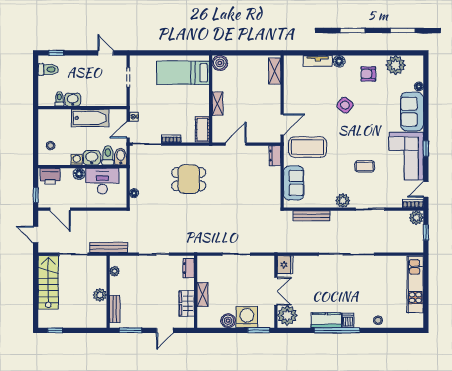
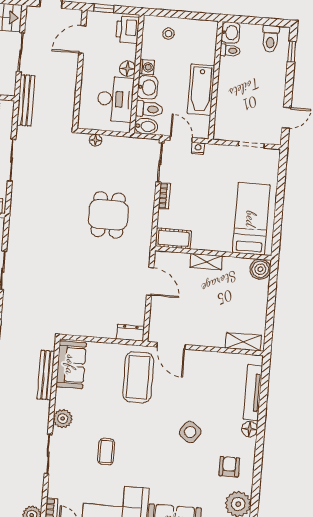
tv unit: (318, 61) -> (253, 393), width x1.41
washbasin: (73, 100) -> (230, 33), moved
sofa: (294, 183) -> (71, 365), moved, turned -90

